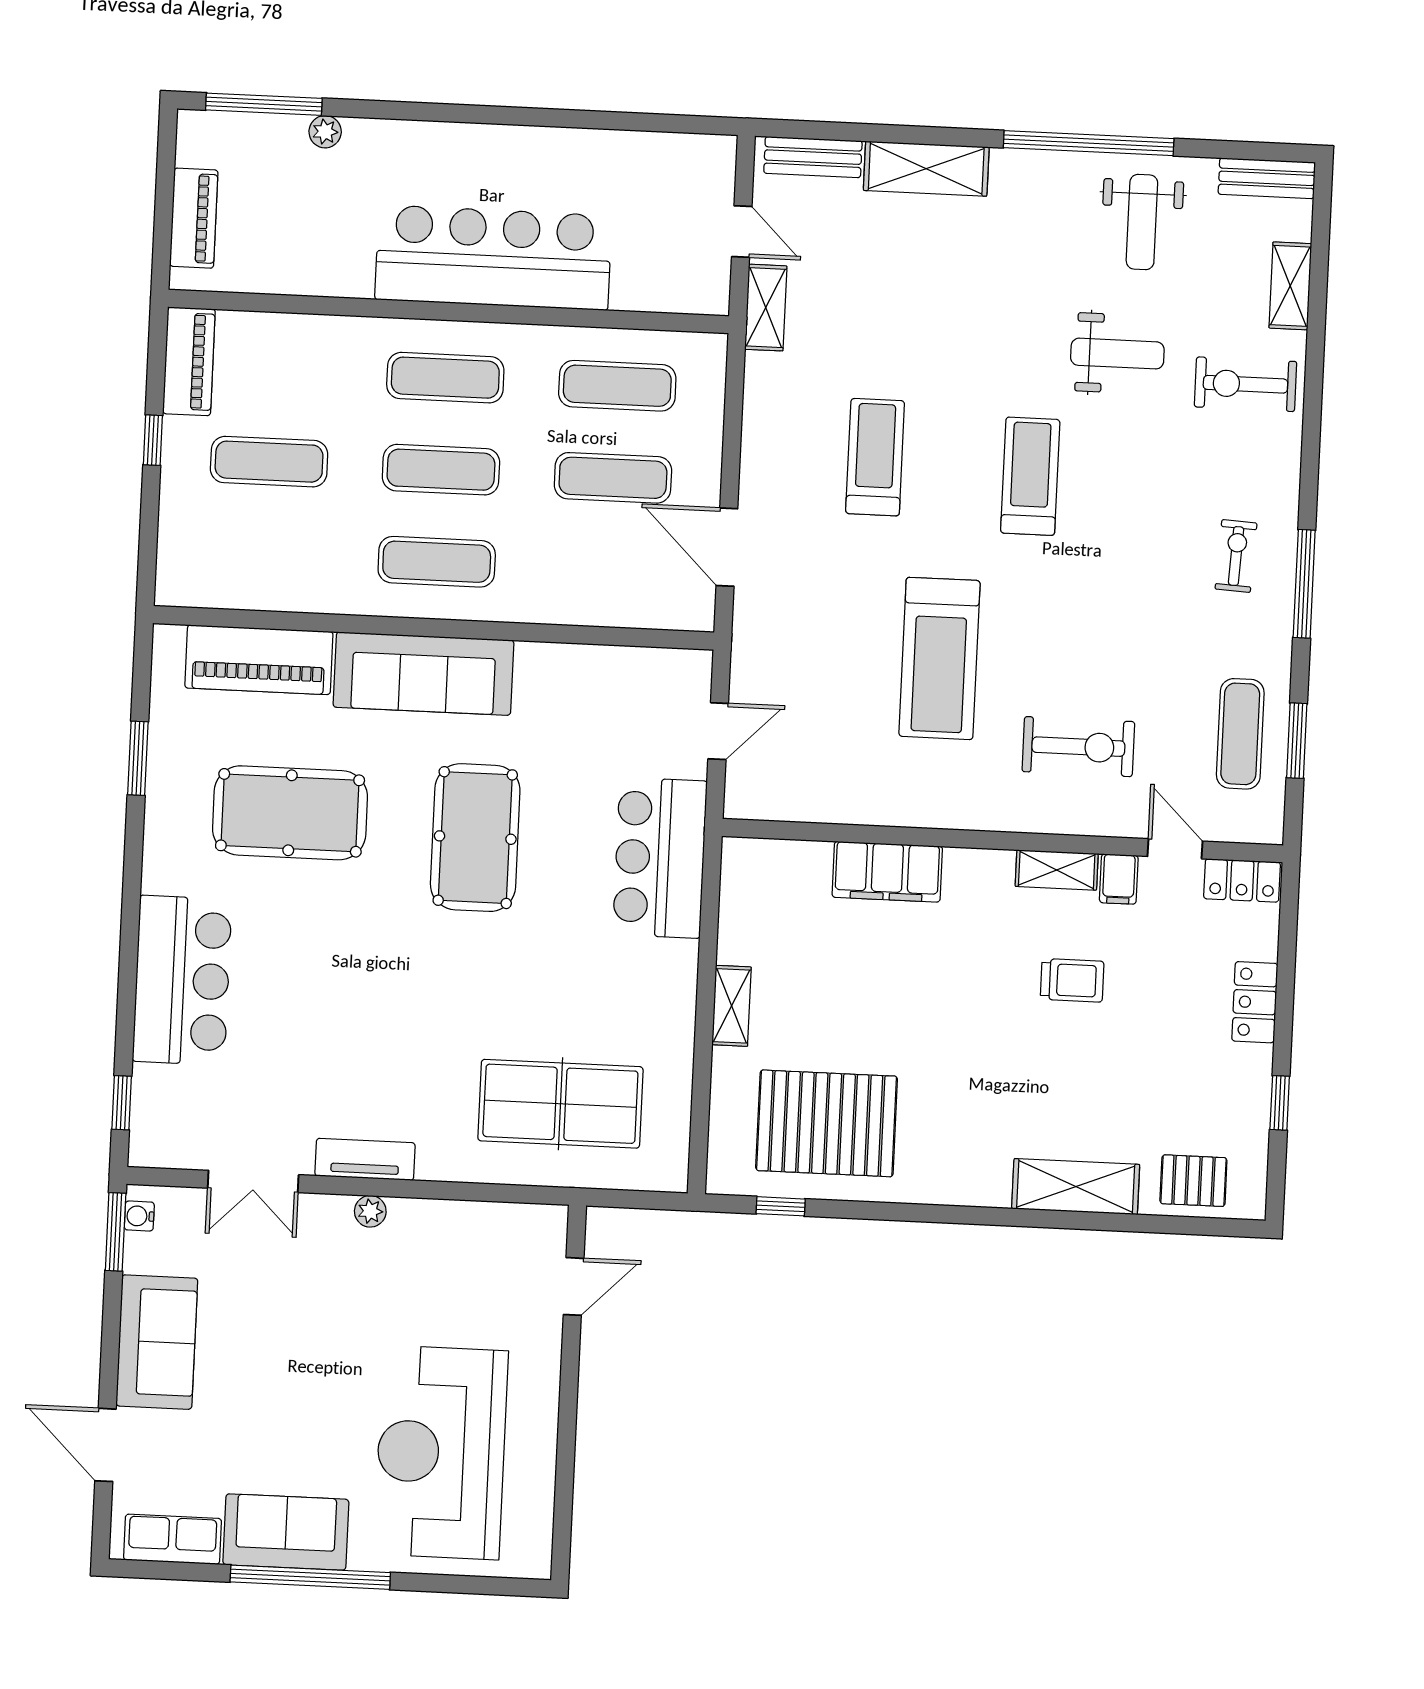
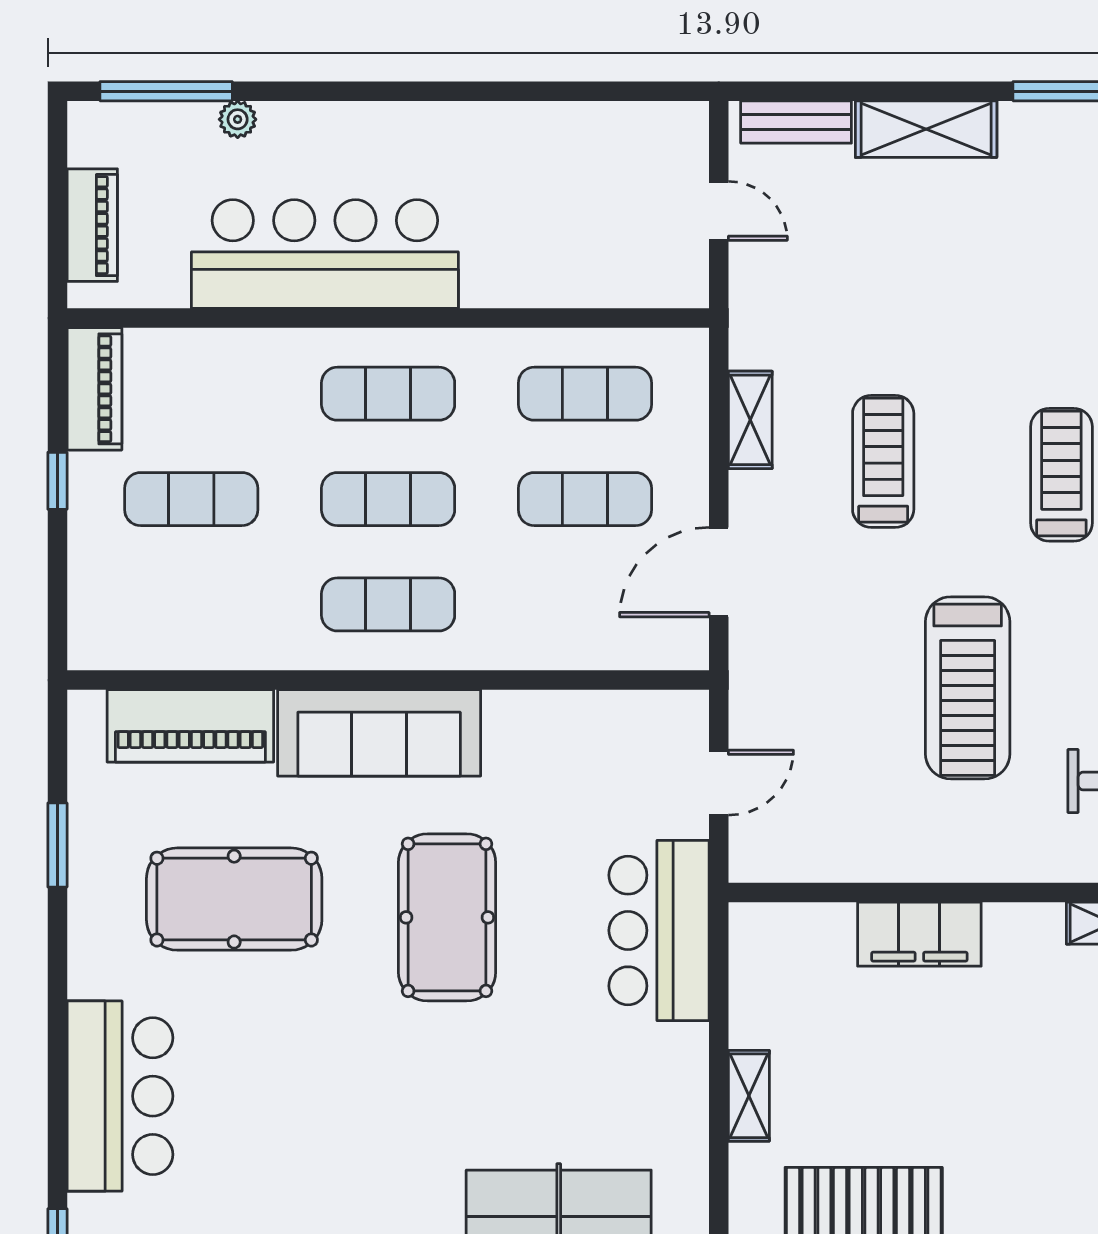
bar counter: (493, 258) -> (325, 254), moved
shelving: (766, 308) -> (750, 420), moved
door: (727, 547) -> (719, 572), hinge flipped

